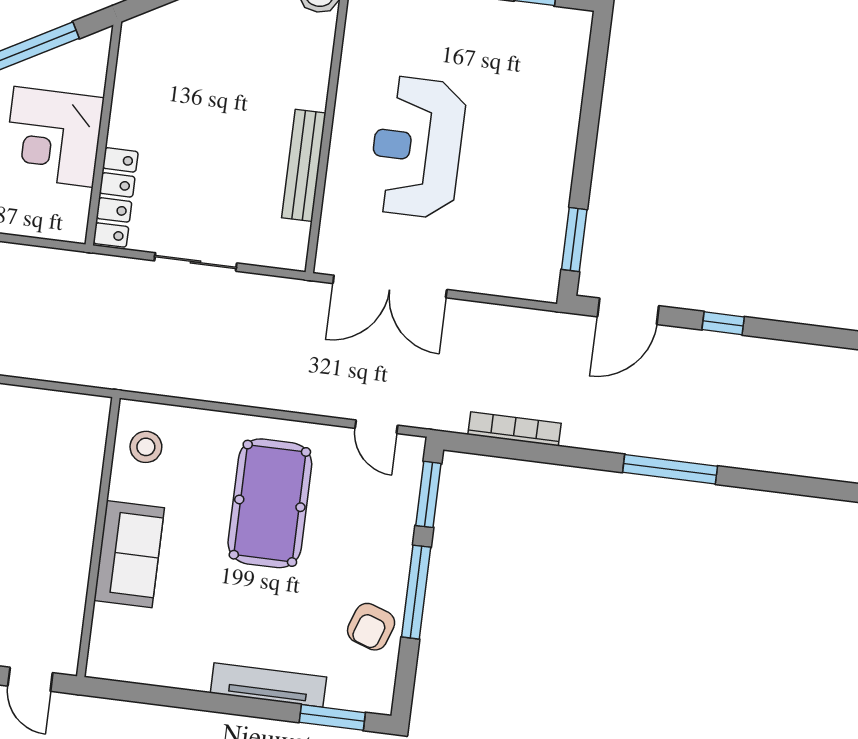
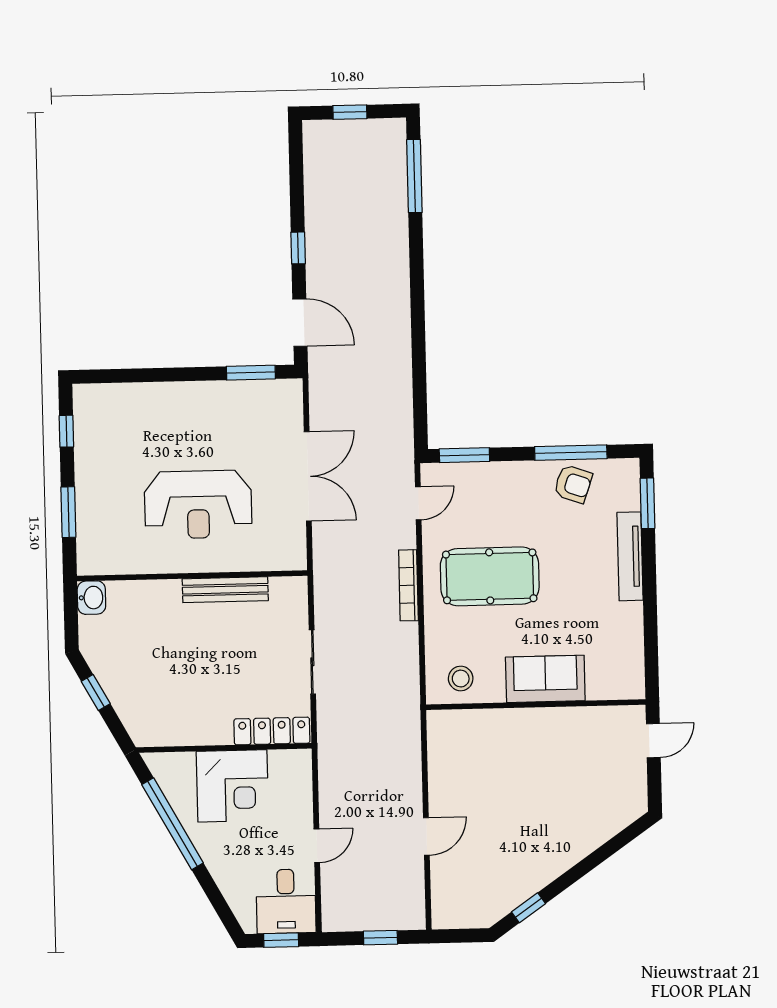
double door: (390, 286) -> (308, 476), moved
bookcase: (515, 429) -> (408, 585), moved
window: (670, 469) -> (414, 176), moved
window: (416, 592) -> (571, 453), moved

